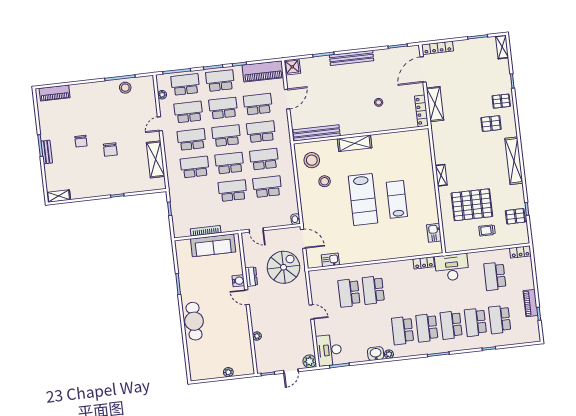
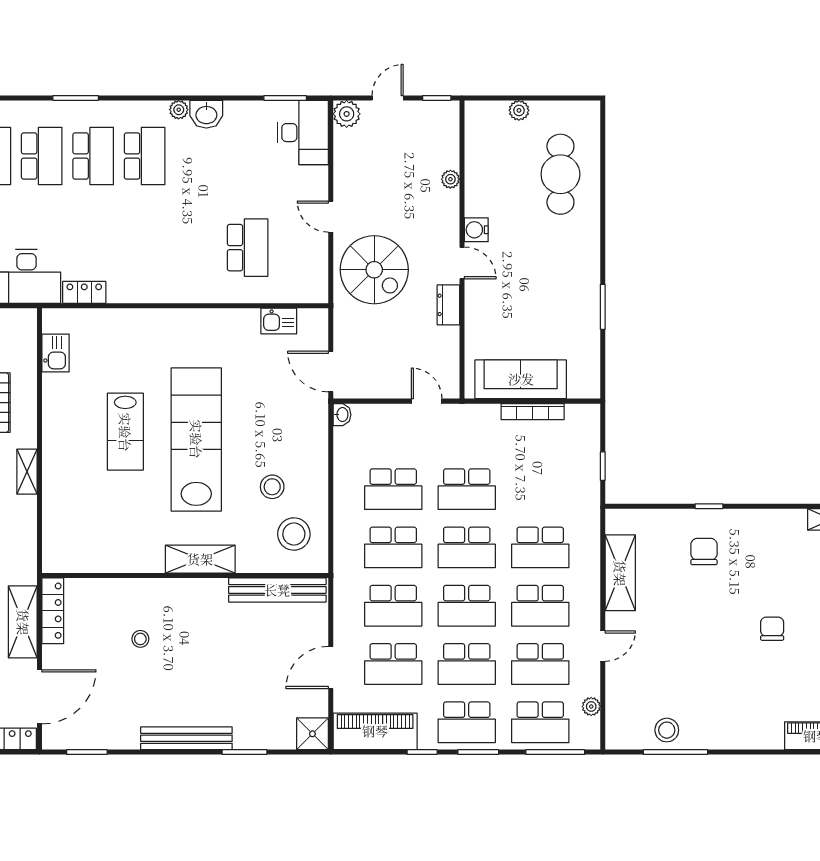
chair: (110, 150) -> (704, 552), moved
lab bench: (363, 200) -> (196, 439), width x1.36
spiral stairs: (283, 267) -> (374, 270), moved, turned -90
water cooler: (238, 281) -> (476, 230), moved
school desk: (373, 290) -> (196, 248), removed
cafe table: (194, 321) -> (560, 174), moved

